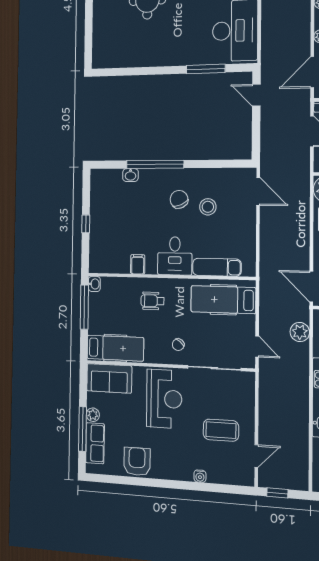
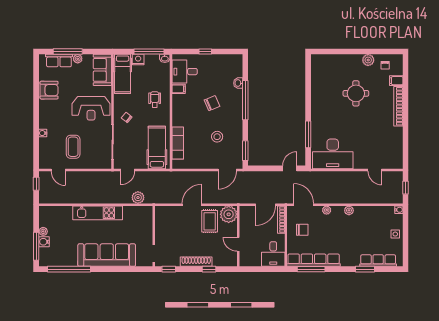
window: (229, 164) -> (245, 151), added
chair: (179, 199) -> (212, 103), moved
desk: (175, 256) -> (185, 72), moved
door: (311, 287) -> (192, 205), moved
nightstand: (95, 324) -> (138, 59), added

